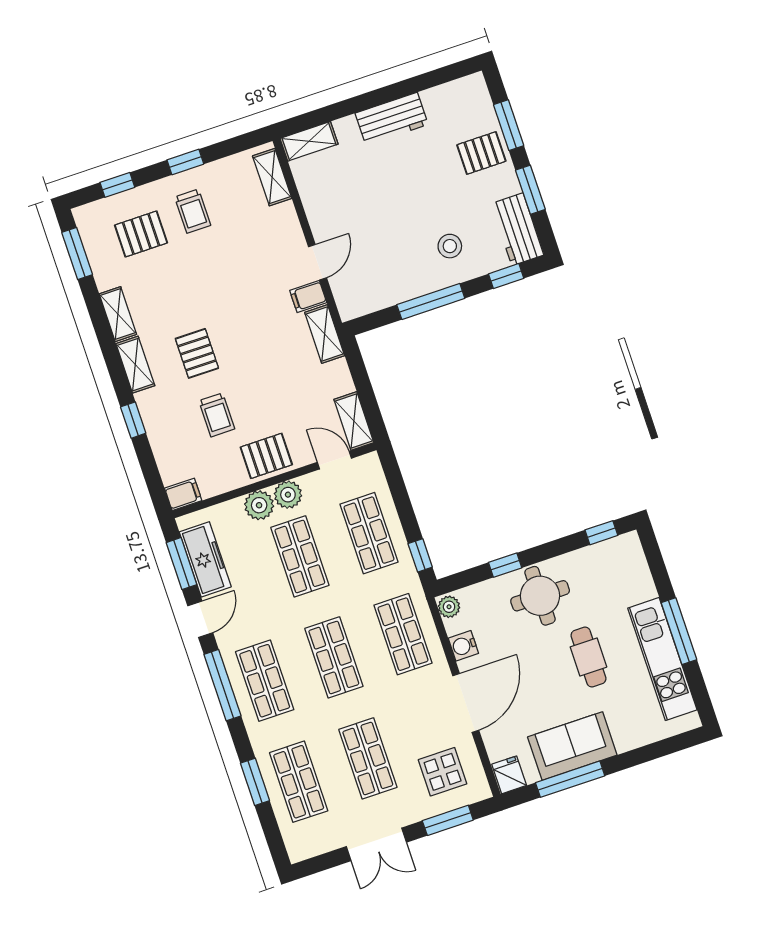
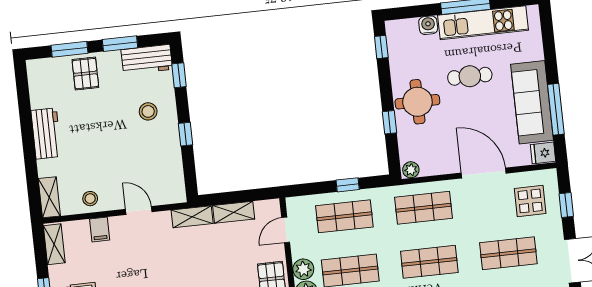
shelving: (272, 177) -> (54, 244), moved, turned 90
stool: (319, 195) -> (90, 199), added
filing cabinet: (308, 296) -> (100, 230), moved
window: (431, 301) -> (185, 134), width x0.46
shelving: (354, 421) -> (234, 212), moved
window: (420, 555) -> (348, 185), moved
water cooler: (463, 646) -> (428, 25), moved, turned 180
sofa: (572, 746) -> (532, 102), width x1.36
window: (448, 820) -> (566, 205), width x0.67

